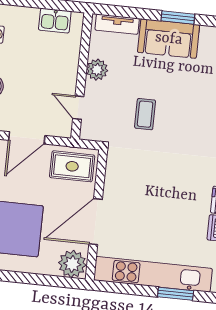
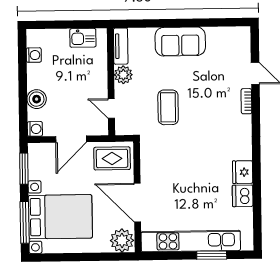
window: (178, 17) -> (186, 23), removed
tv unit: (117, 24) -> (121, 46), moved, turned -90
coffee table: (145, 114) -> (168, 107), width x1.36, depth x1.30
door: (96, 222) -> (137, 203), hinge flipped

